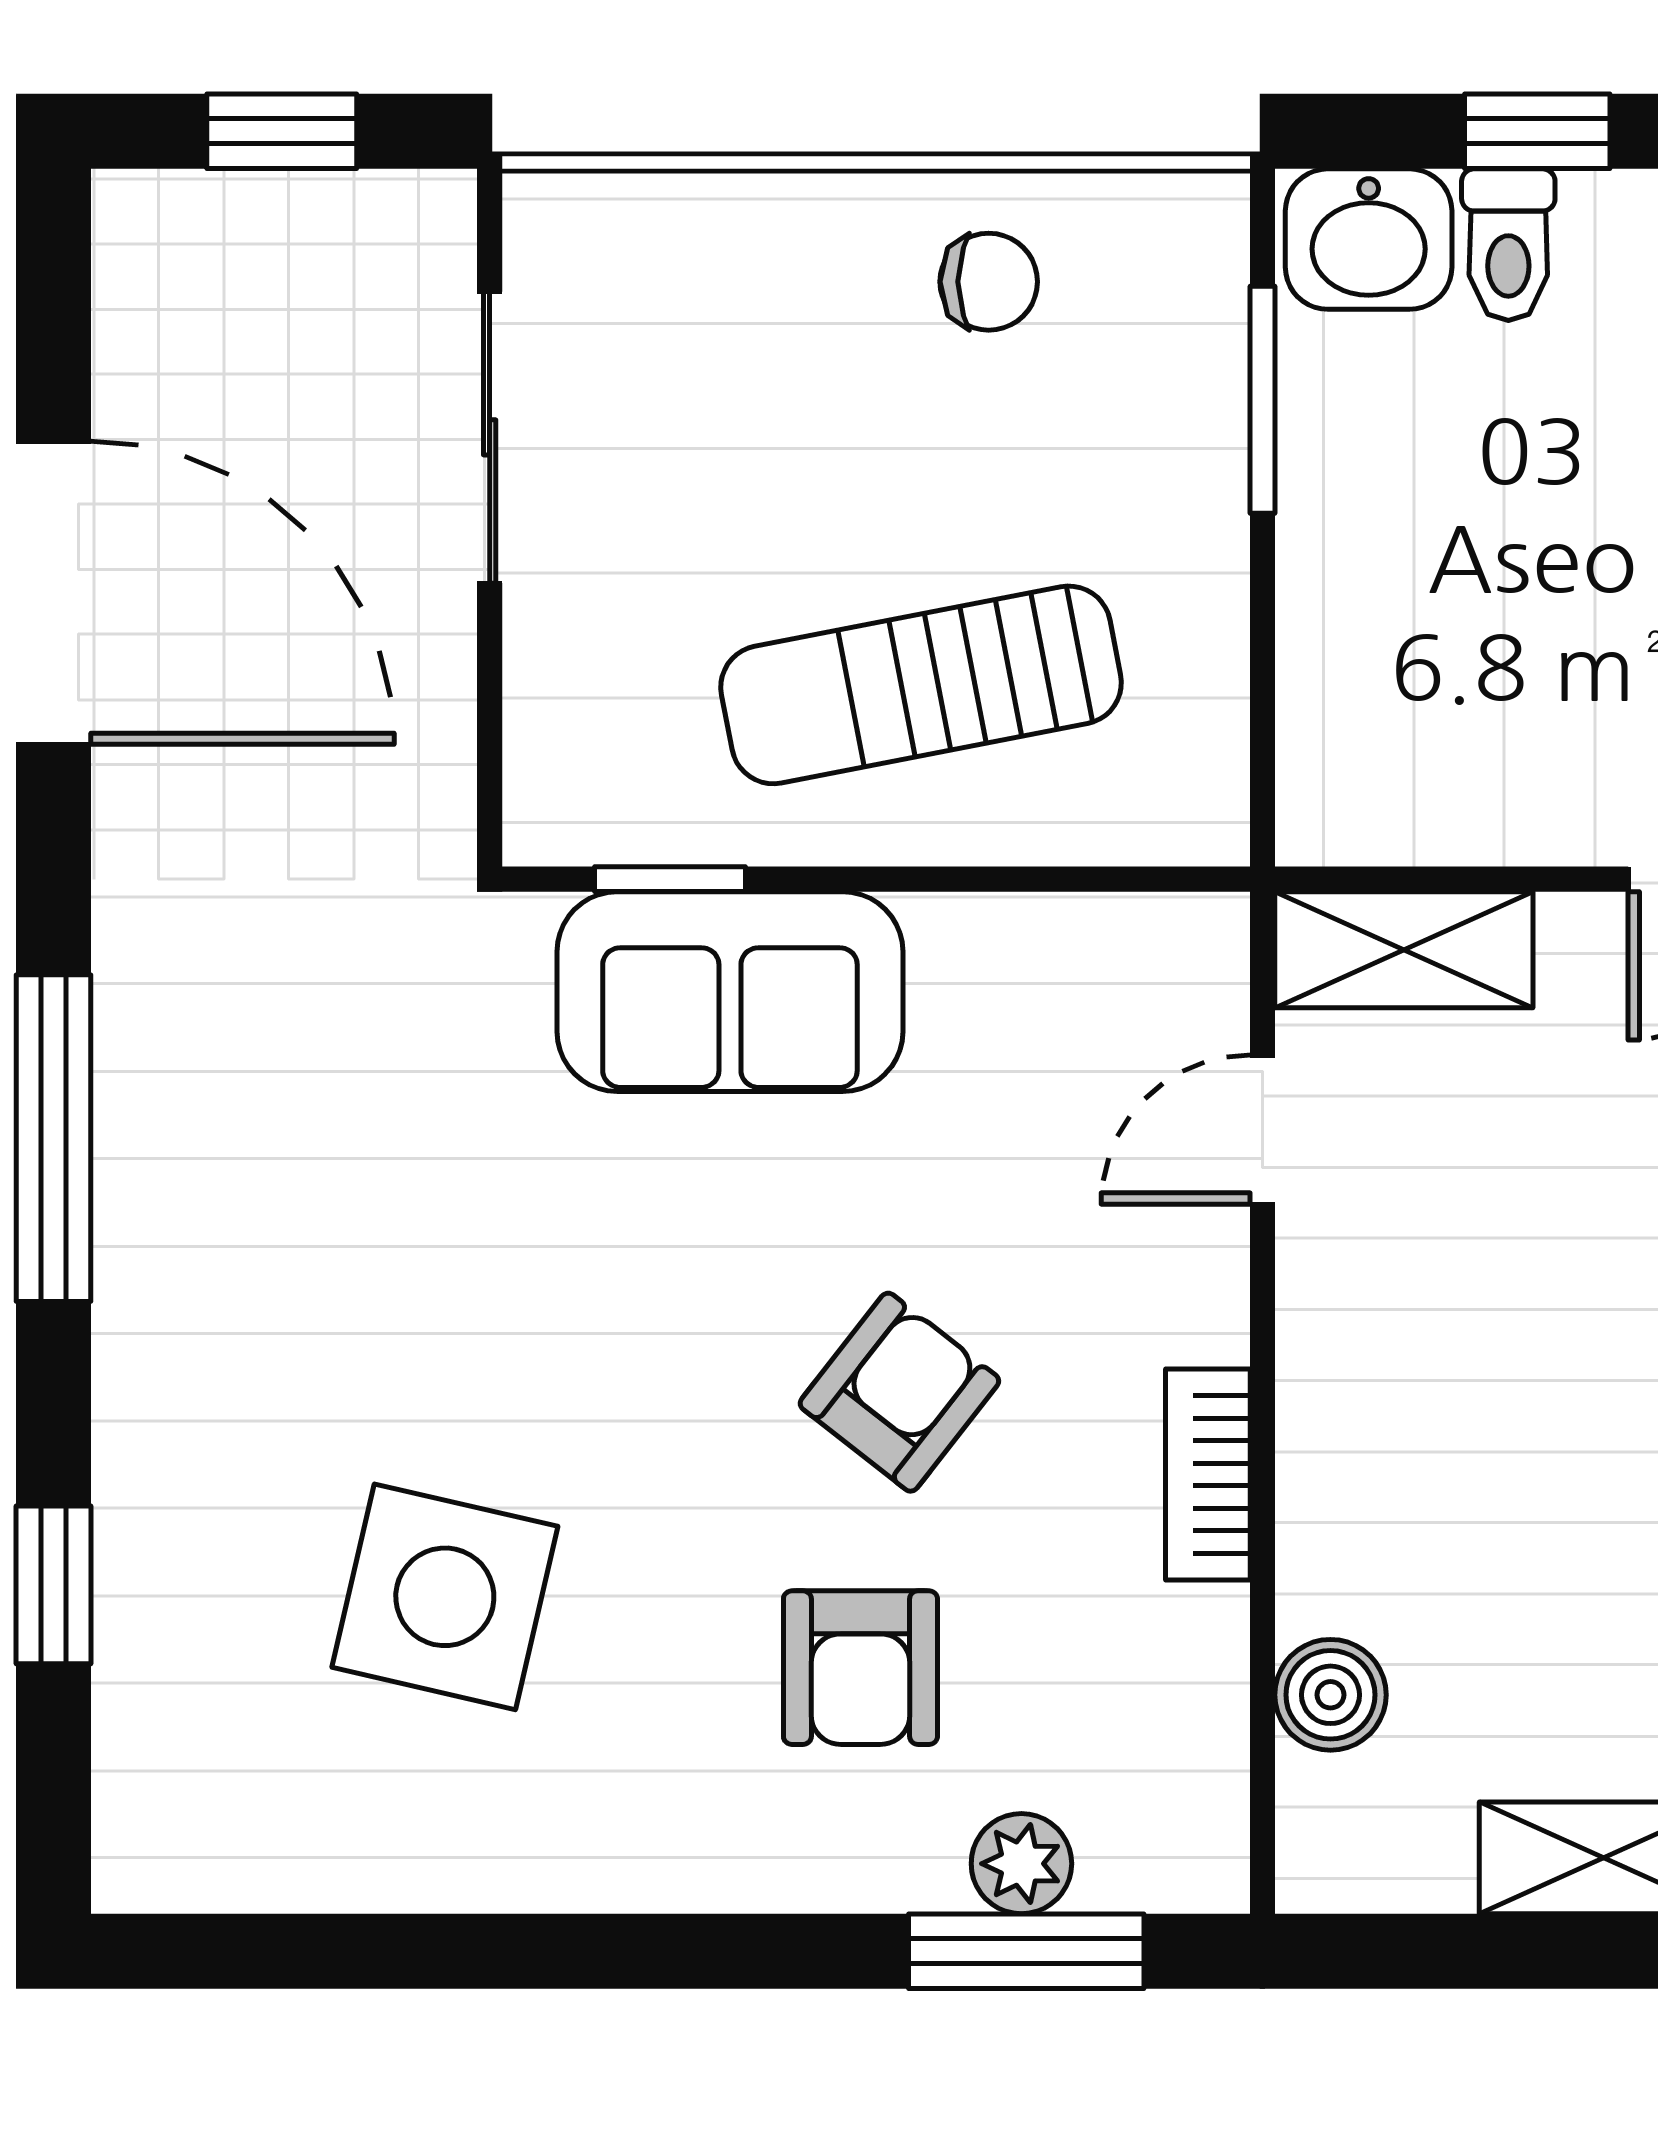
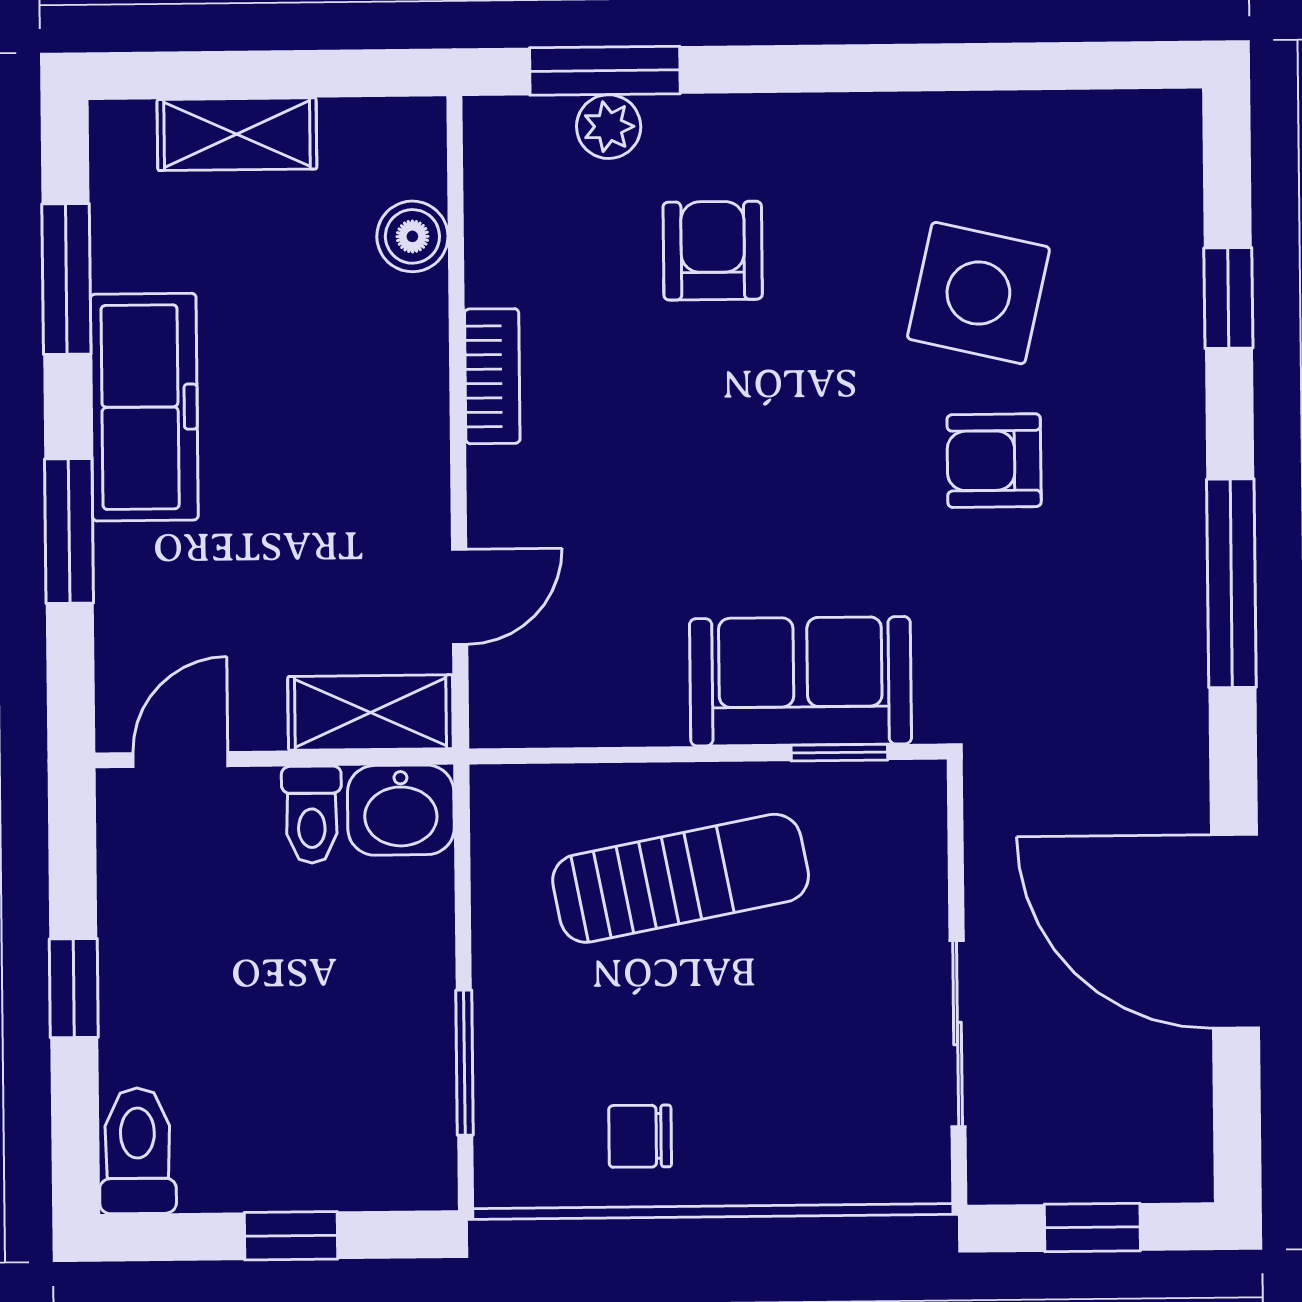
washbasin: (1369, 239) -> (401, 810), moved, turned 180
toilet: (1508, 245) -> (312, 815), moved, turned 180
armchair: (899, 1392) -> (994, 461), moved, turned 52

